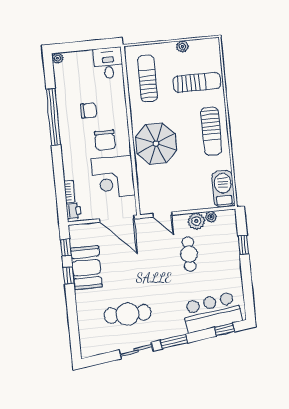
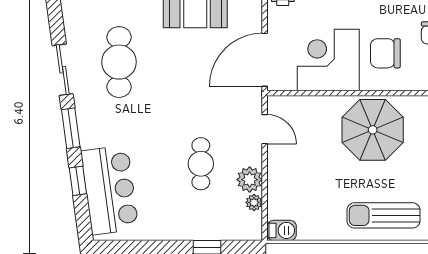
barbecue: (223, 189) -> (282, 230), width x0.53, depth x0.65
door: (162, 214) -> (265, 129), swing flipped
cafe table: (189, 254) -> (201, 164), turned 90
window: (225, 330) -> (78, 181), moved

